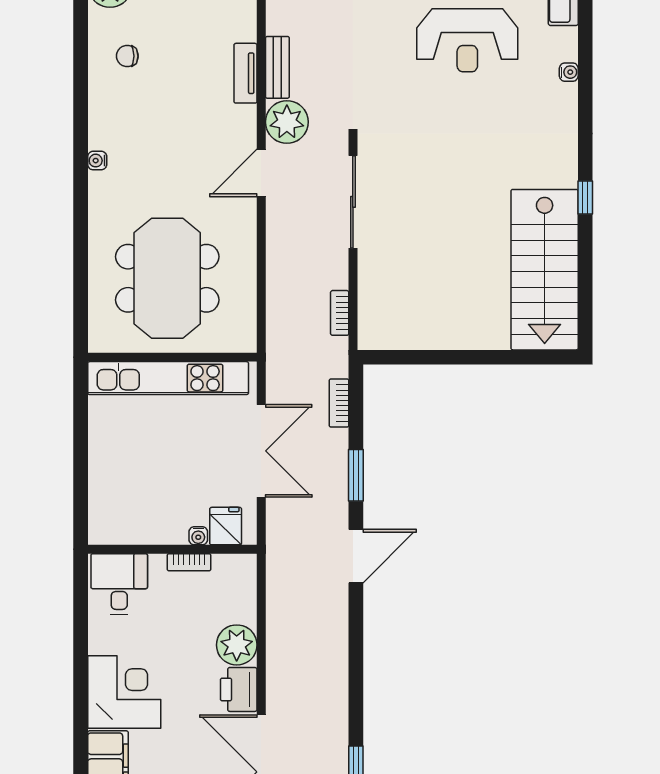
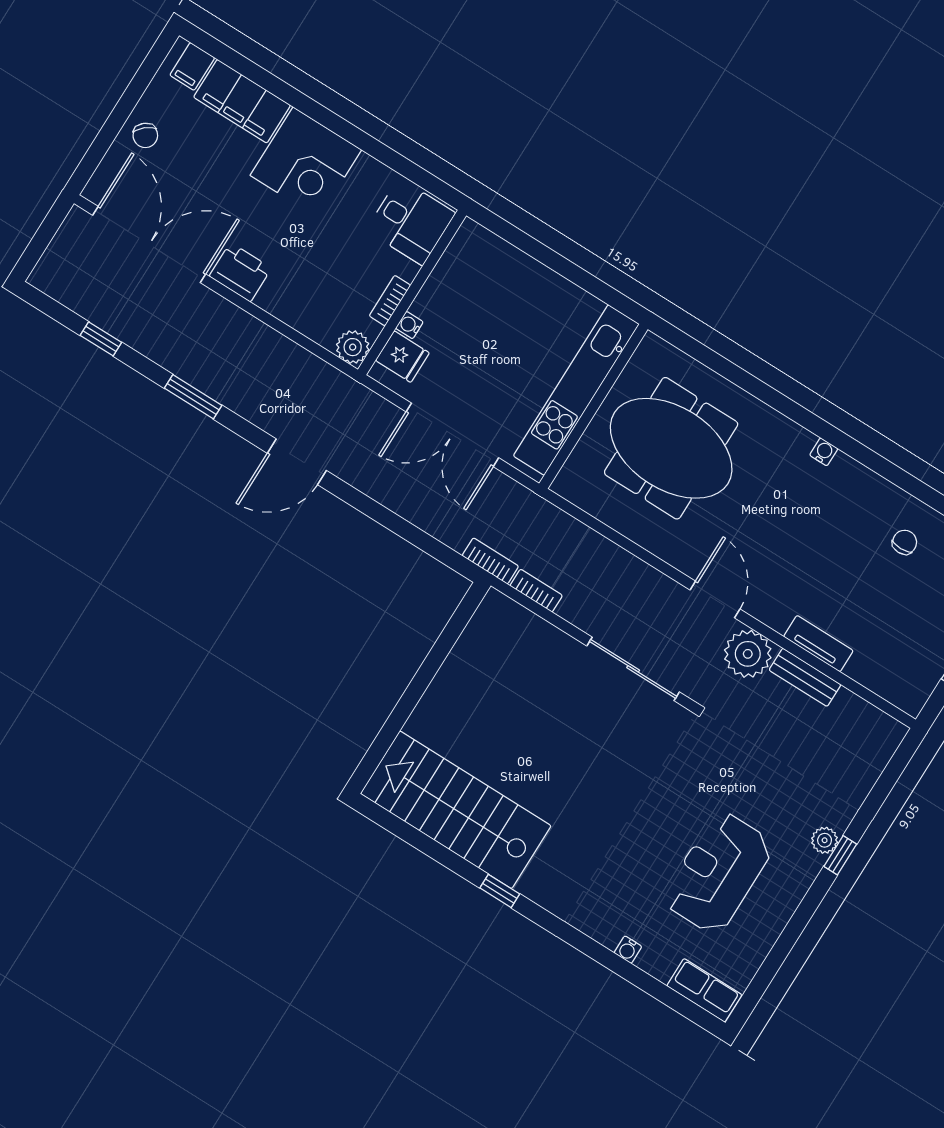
bookcase: (339, 403) -> (490, 561), moved
window: (356, 475) -> (193, 397), moved
door: (356, 556) -> (297, 462), hinge flipped
plant: (237, 645) -> (353, 347), moved, width x0.73, depth x0.73

